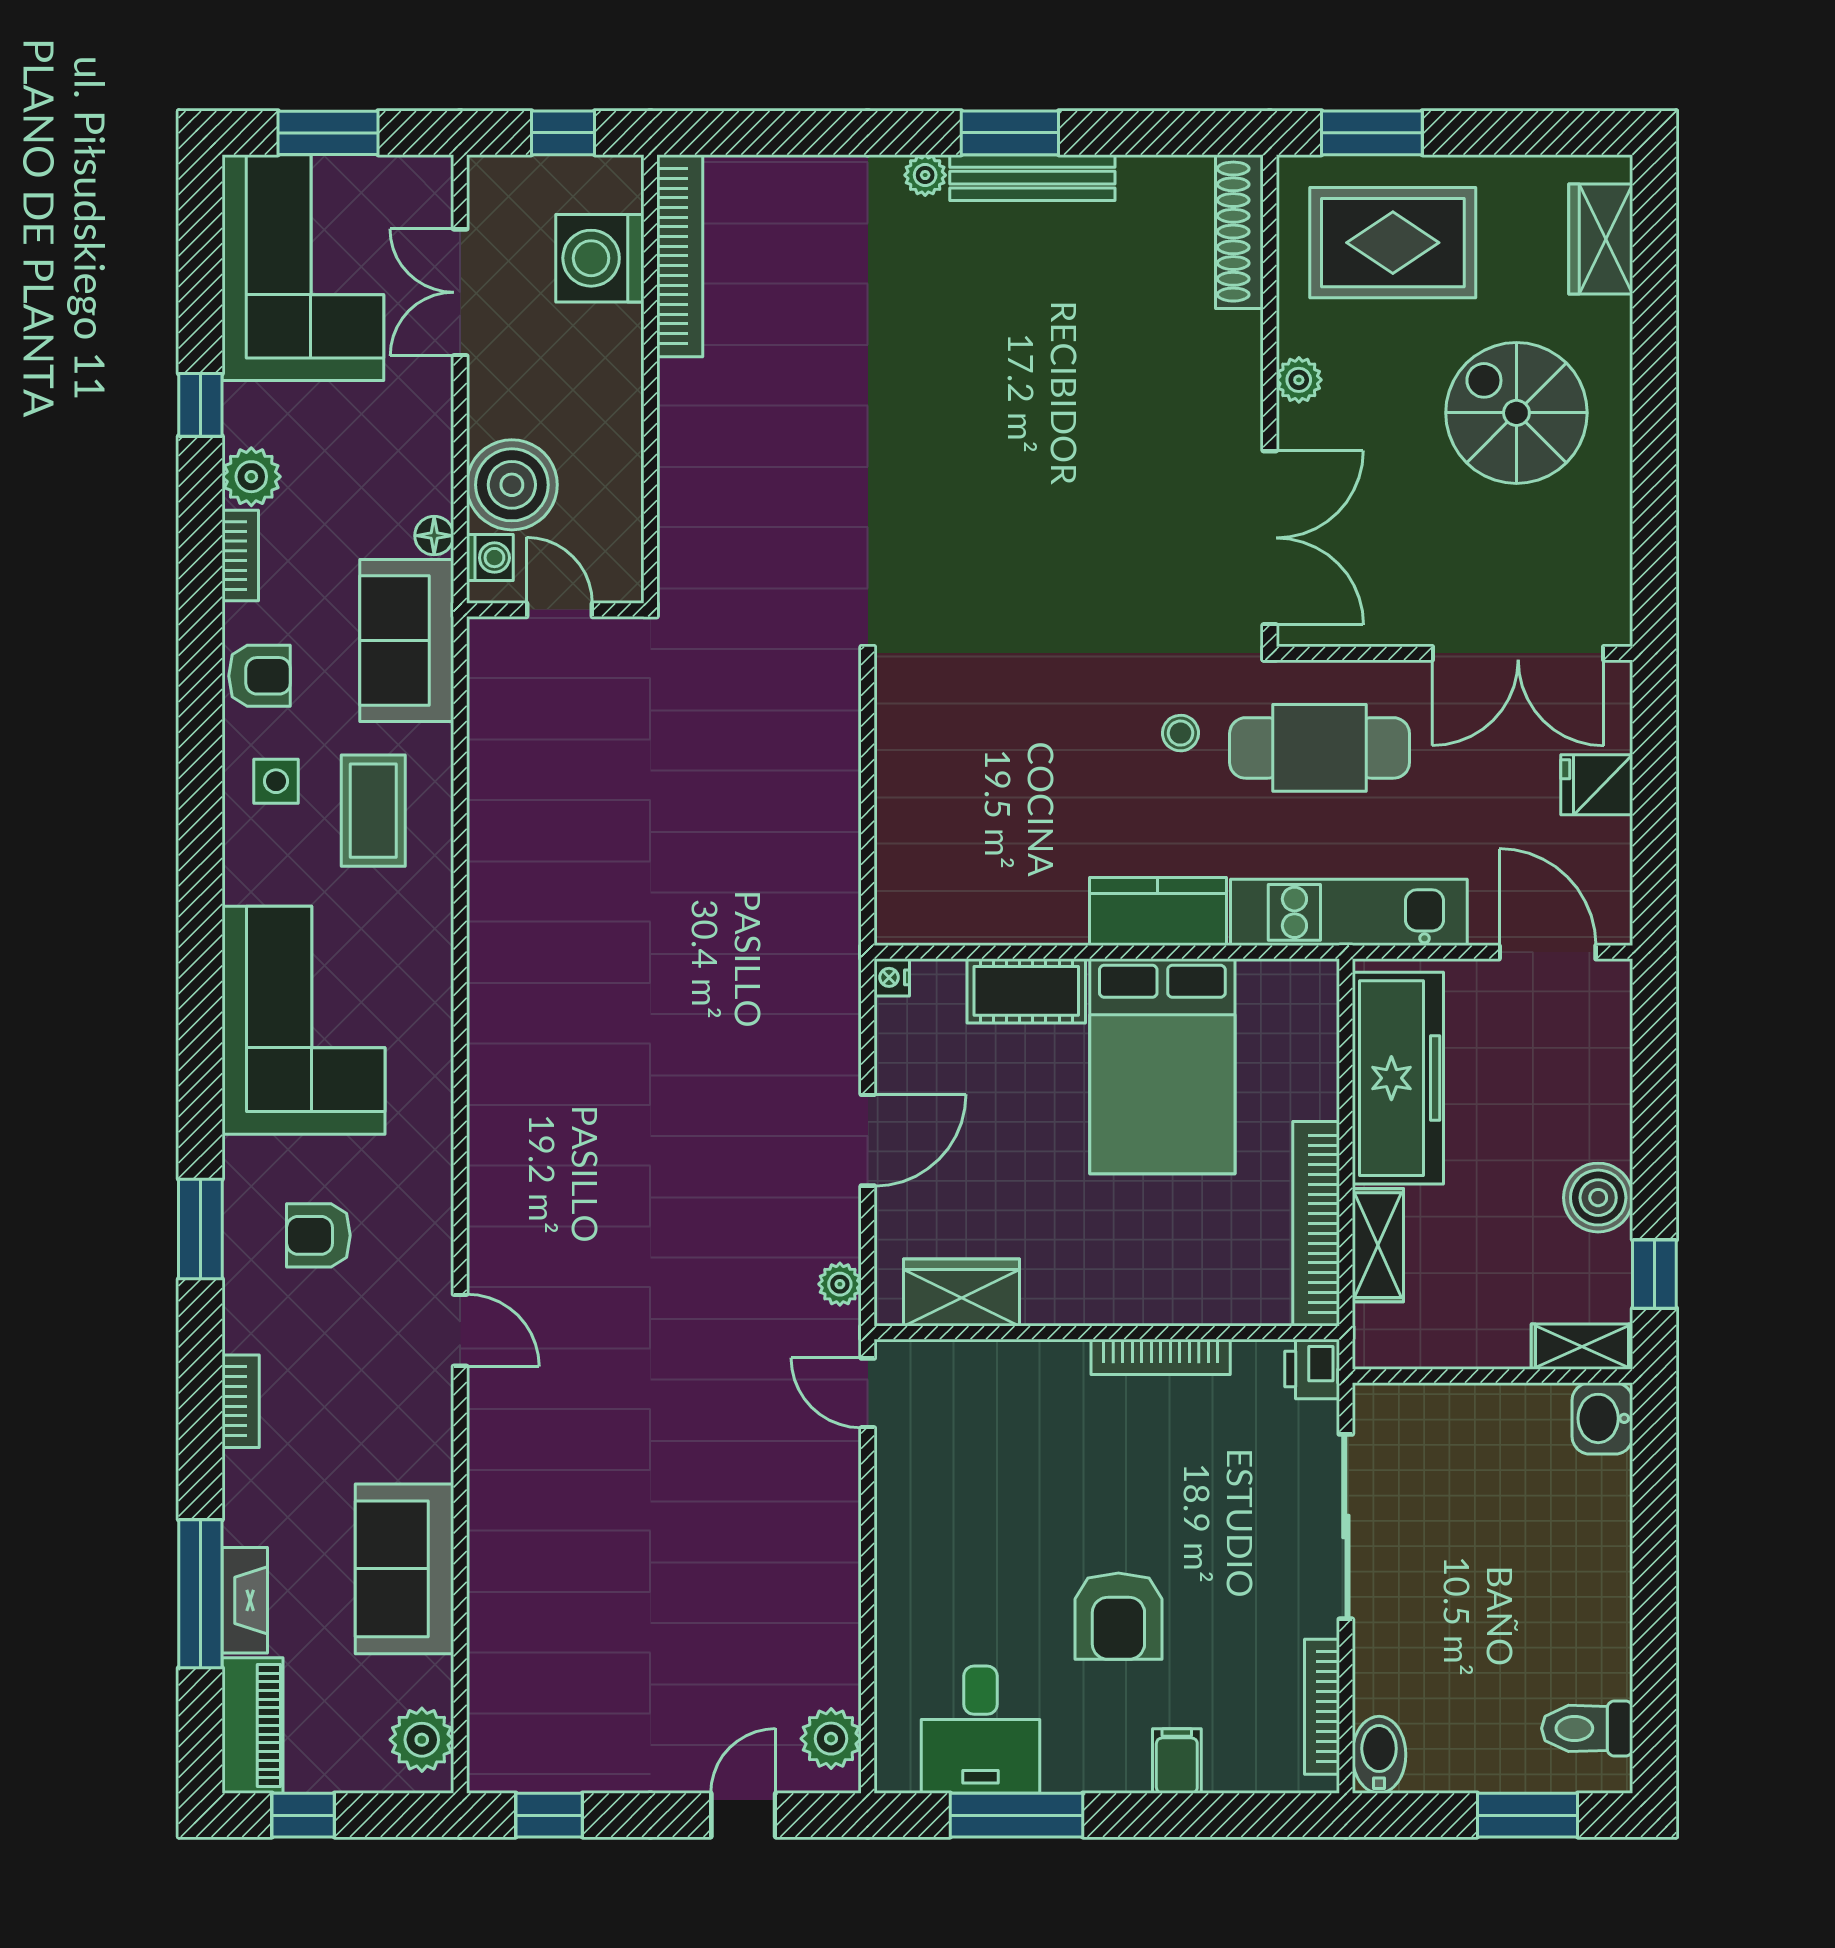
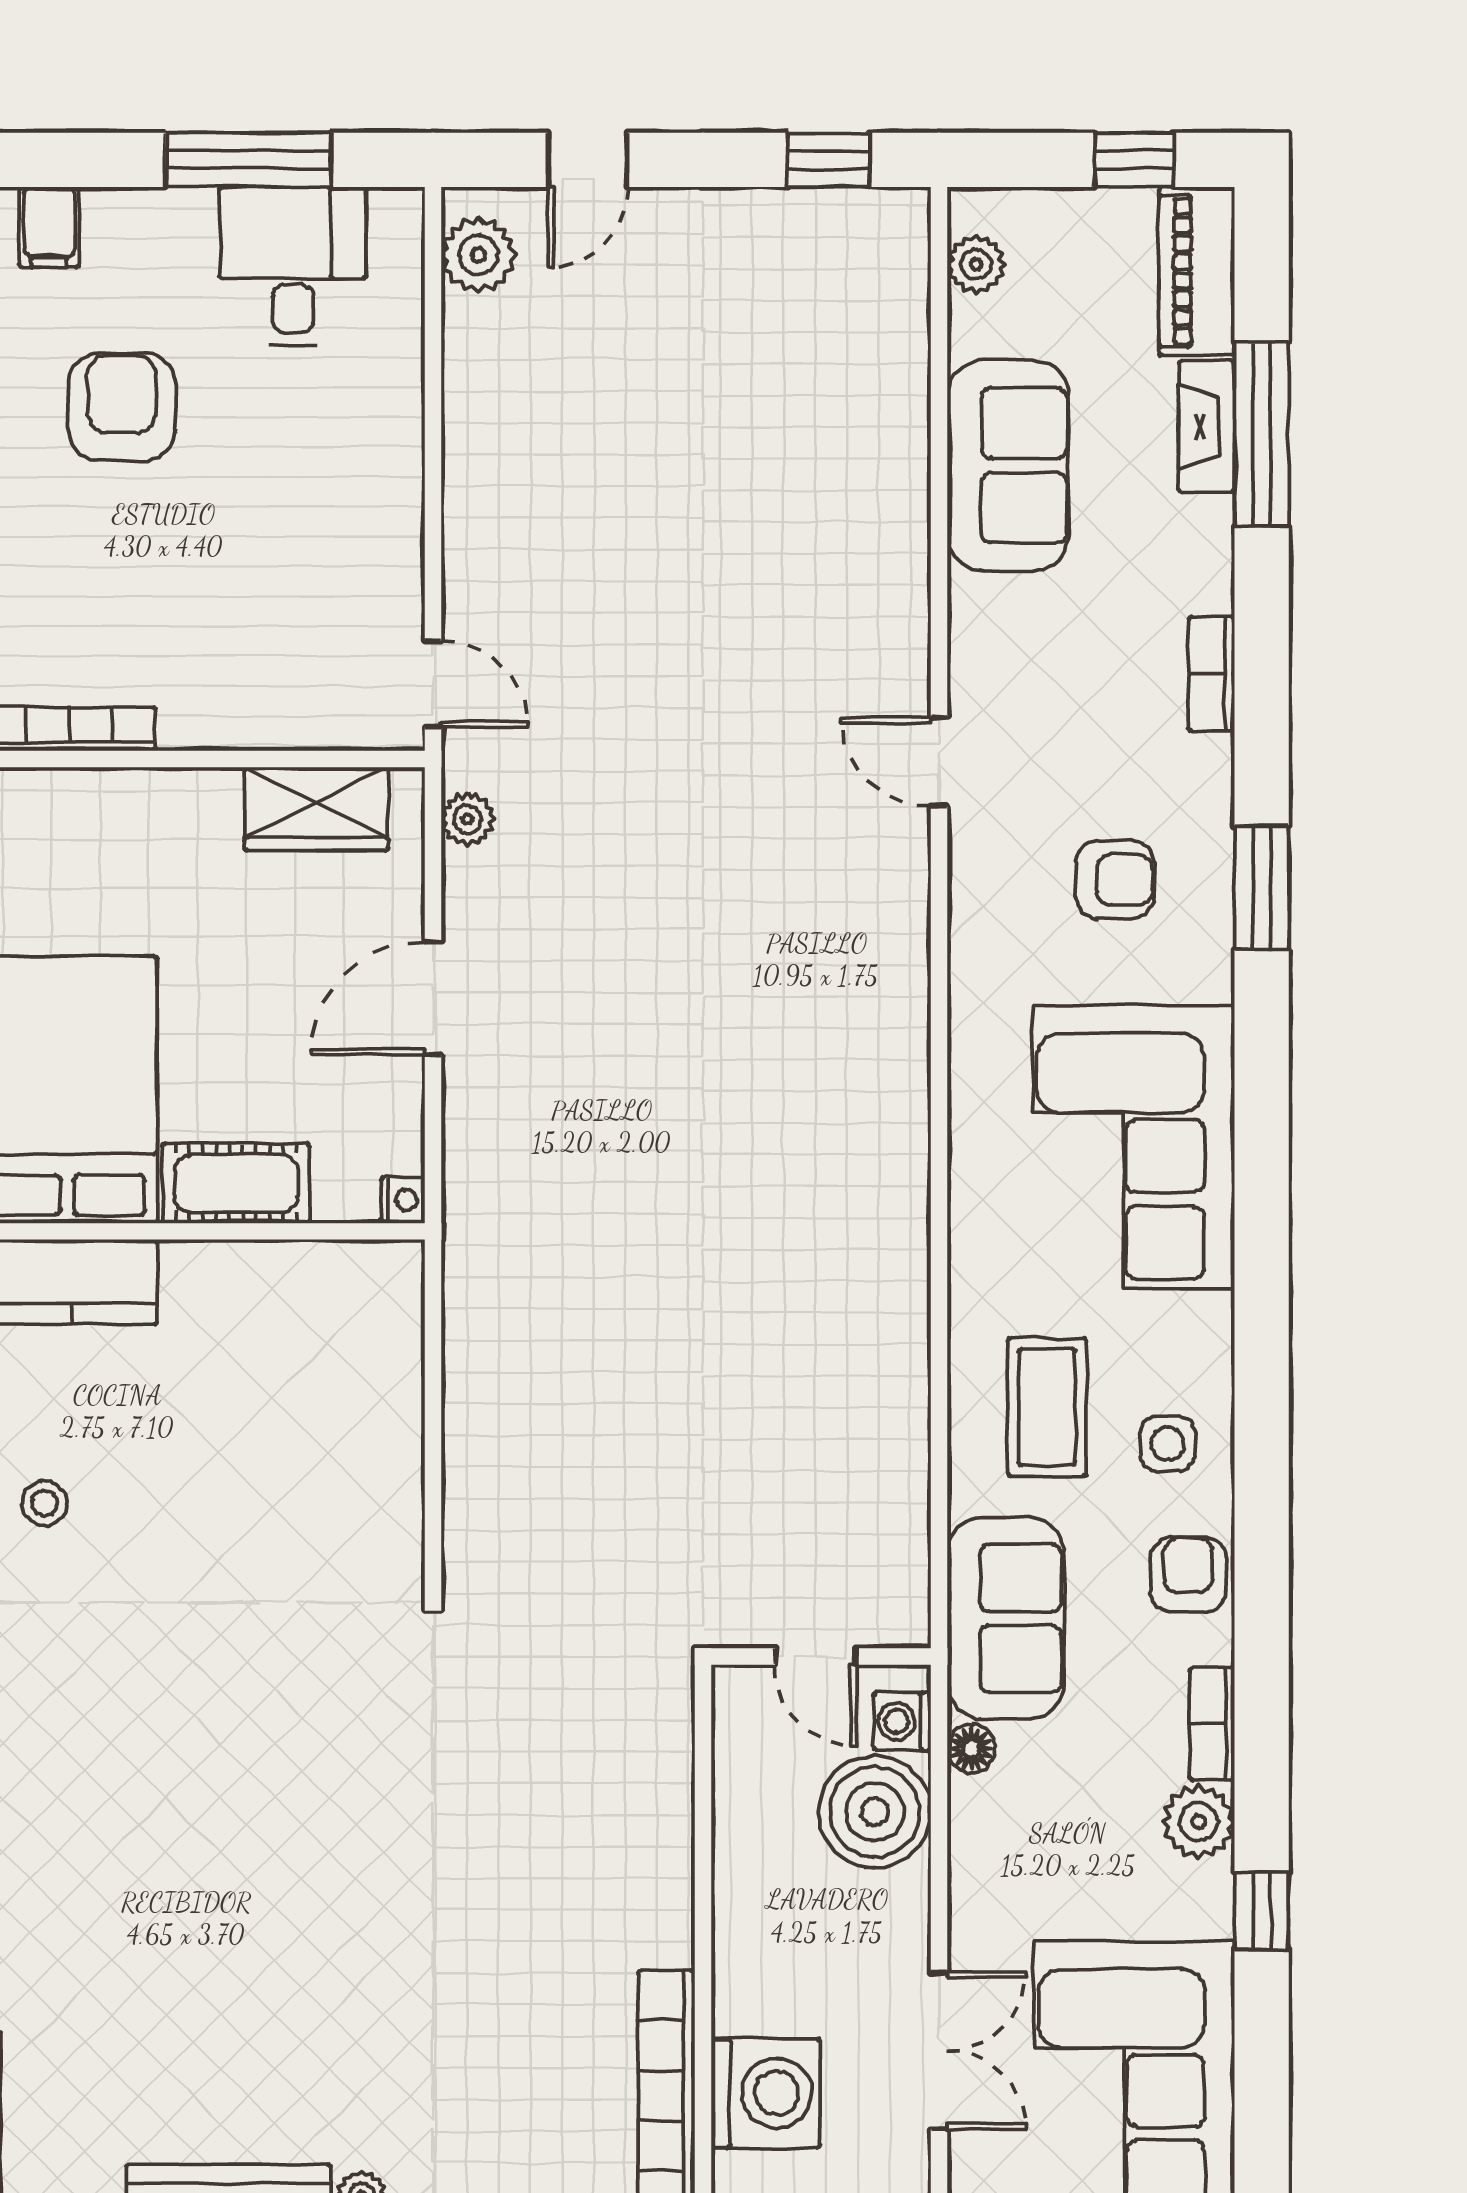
armchair: (259, 676) -> (1188, 1575), turned 90
plant: (422, 1740) -> (976, 264), width x0.73, depth x0.73

